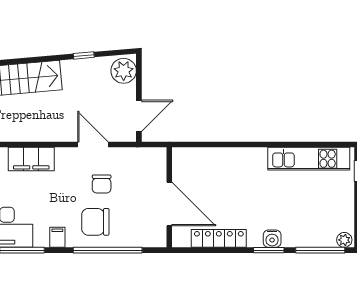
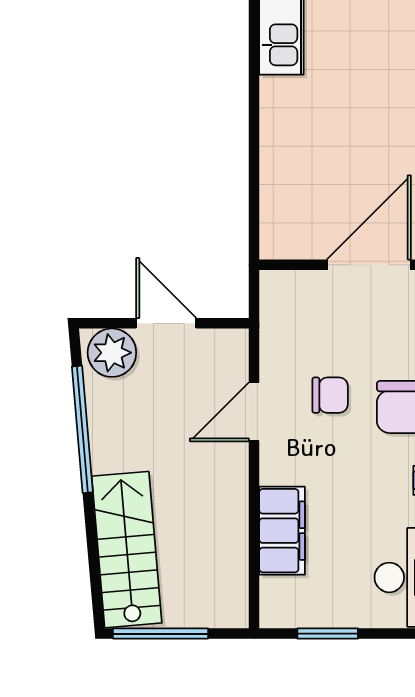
window: (84, 55) -> (82, 429), width x3.17
door: (139, 116) -> (166, 323), moved

